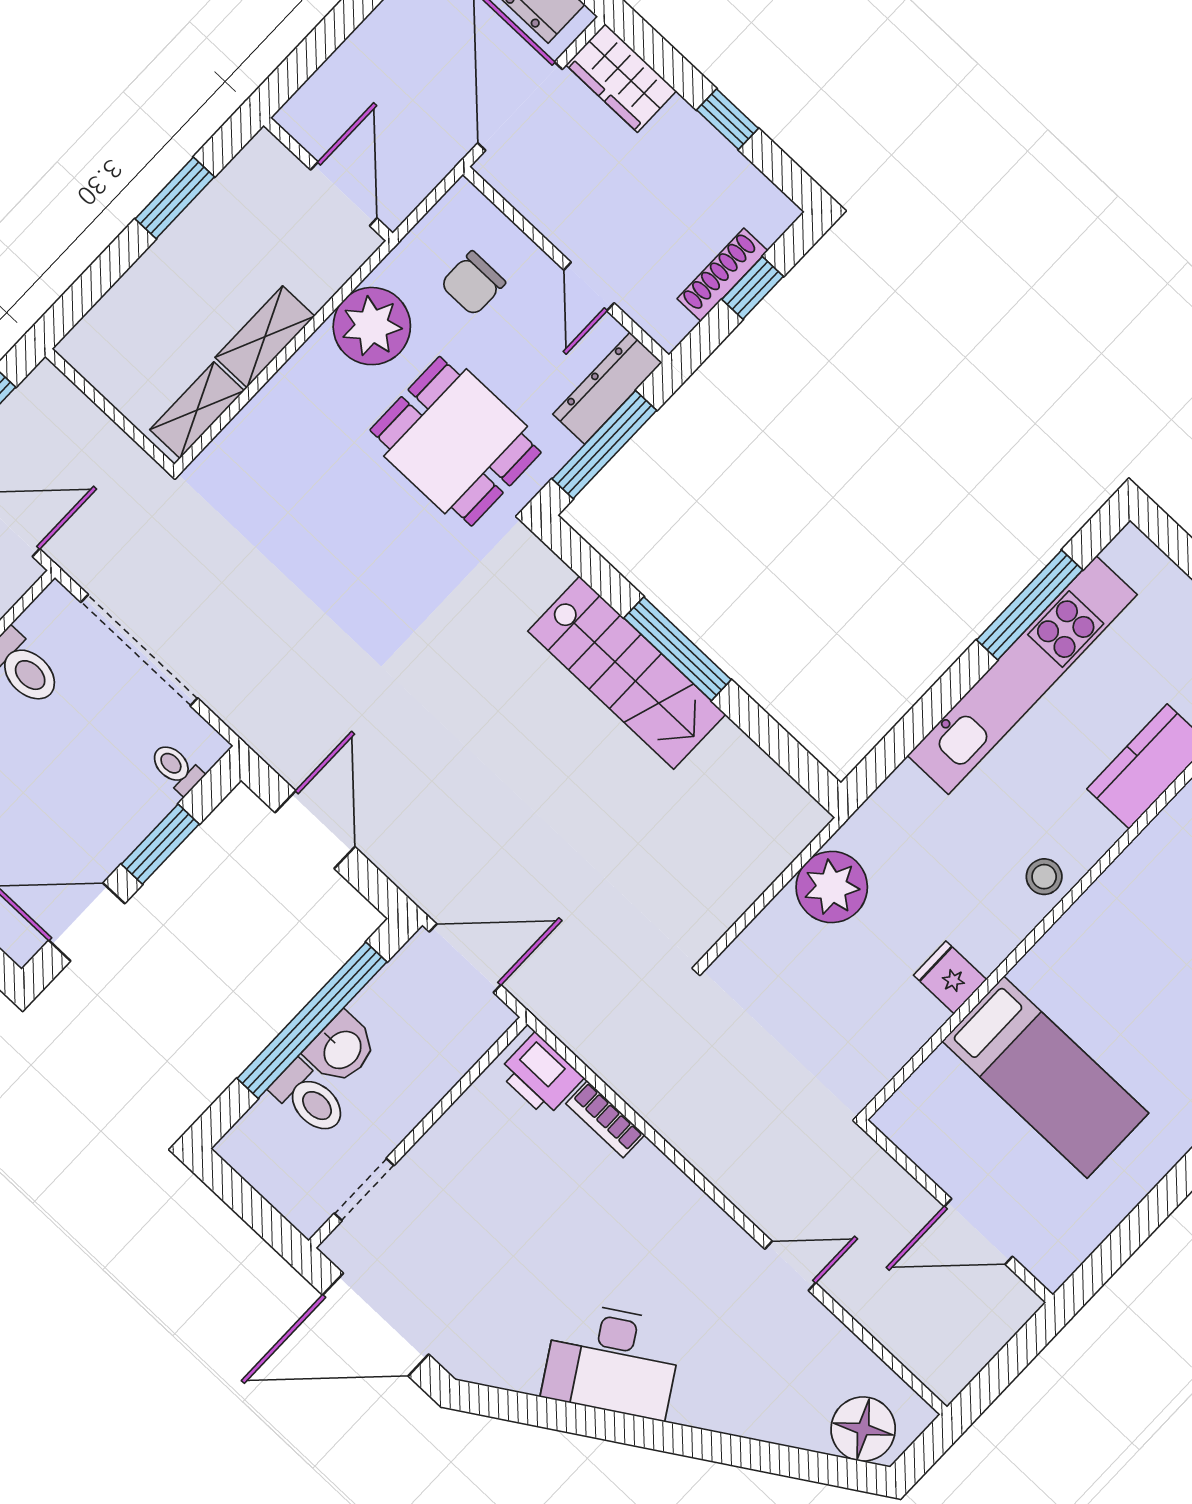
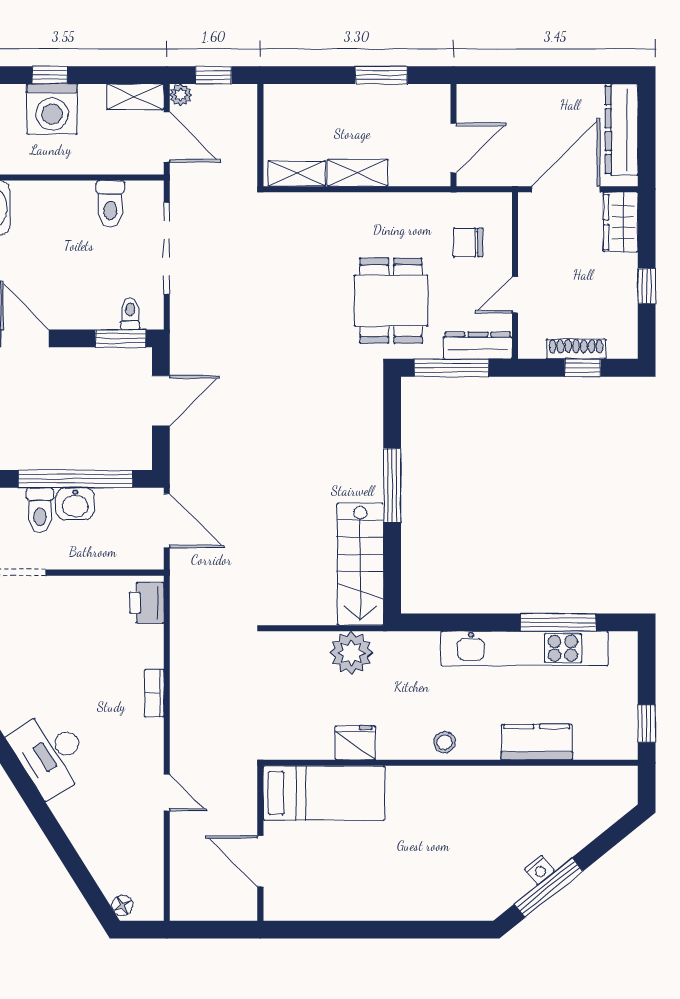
plant: (372, 326) -> (407, 216), removed
stairs: (627, 673) -> (360, 564), moved
window: (160, 844) -> (121, 338), moved
fridge: (950, 977) -> (355, 743), width x1.38
bed: (1045, 1077) -> (324, 793), moved, turned -90
bookcase: (605, 1119) -> (154, 693), moved
floor lamp: (863, 1429) -> (122, 905), width x0.53, depth x0.53

